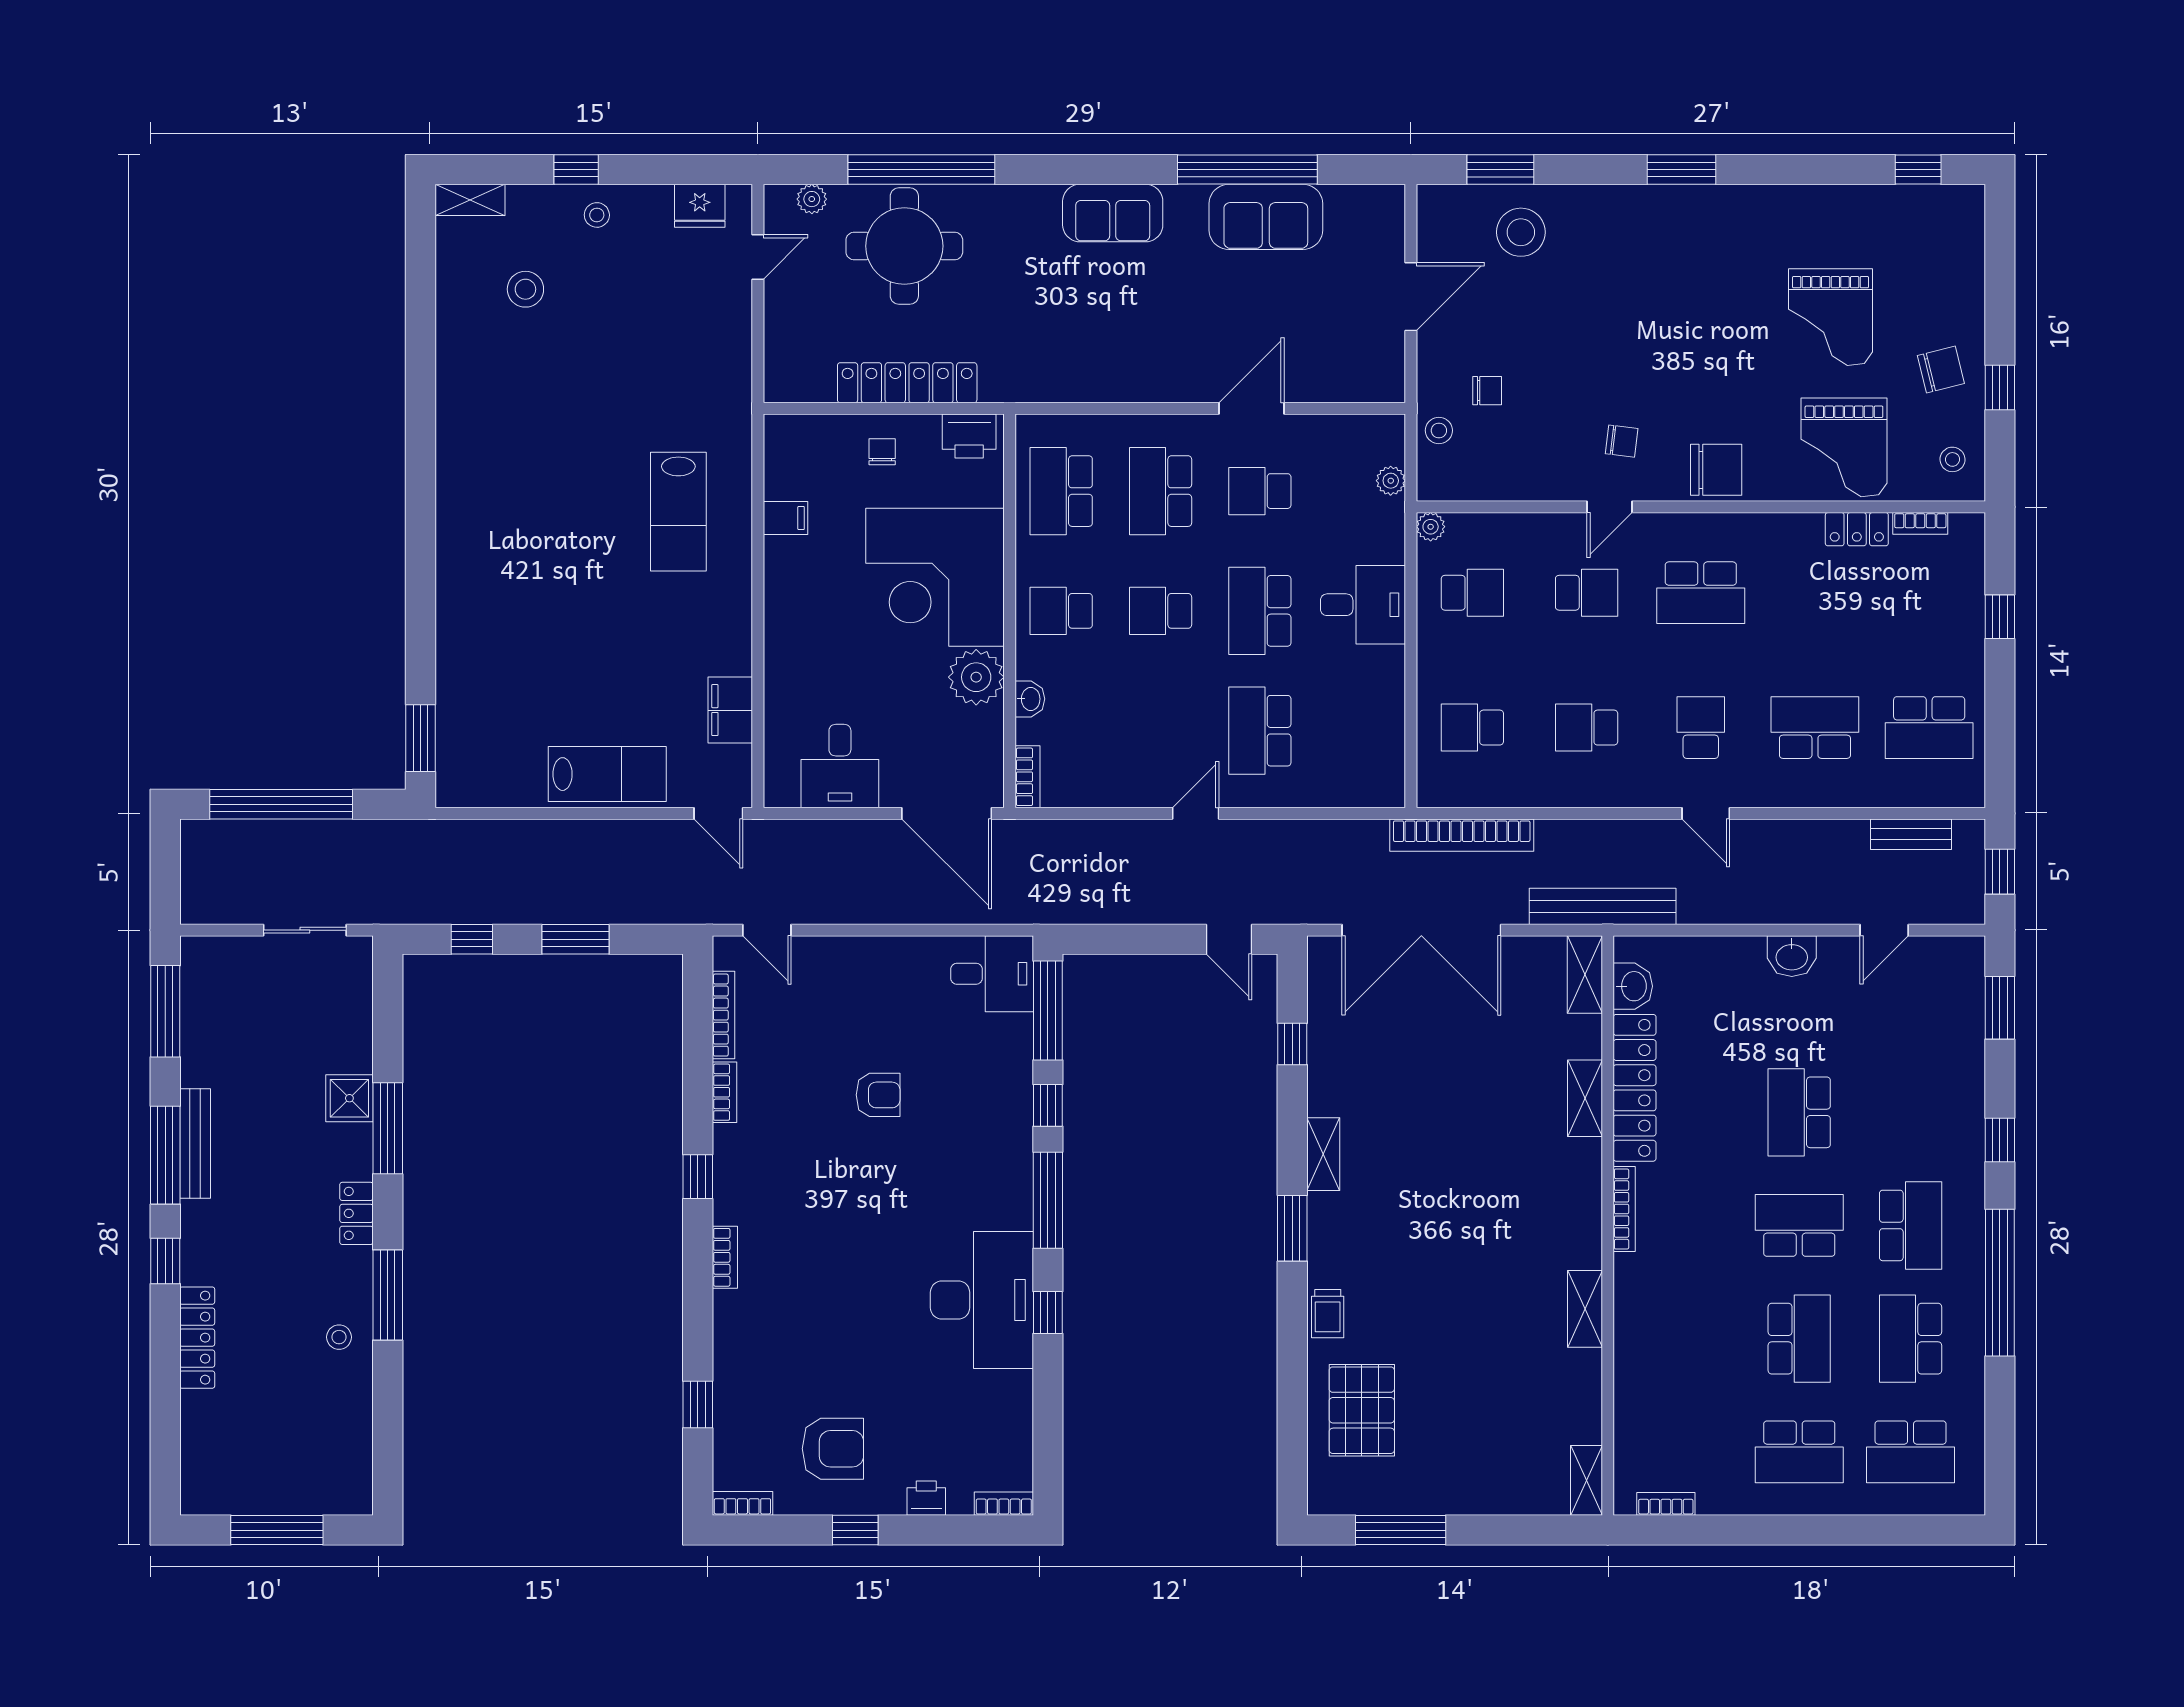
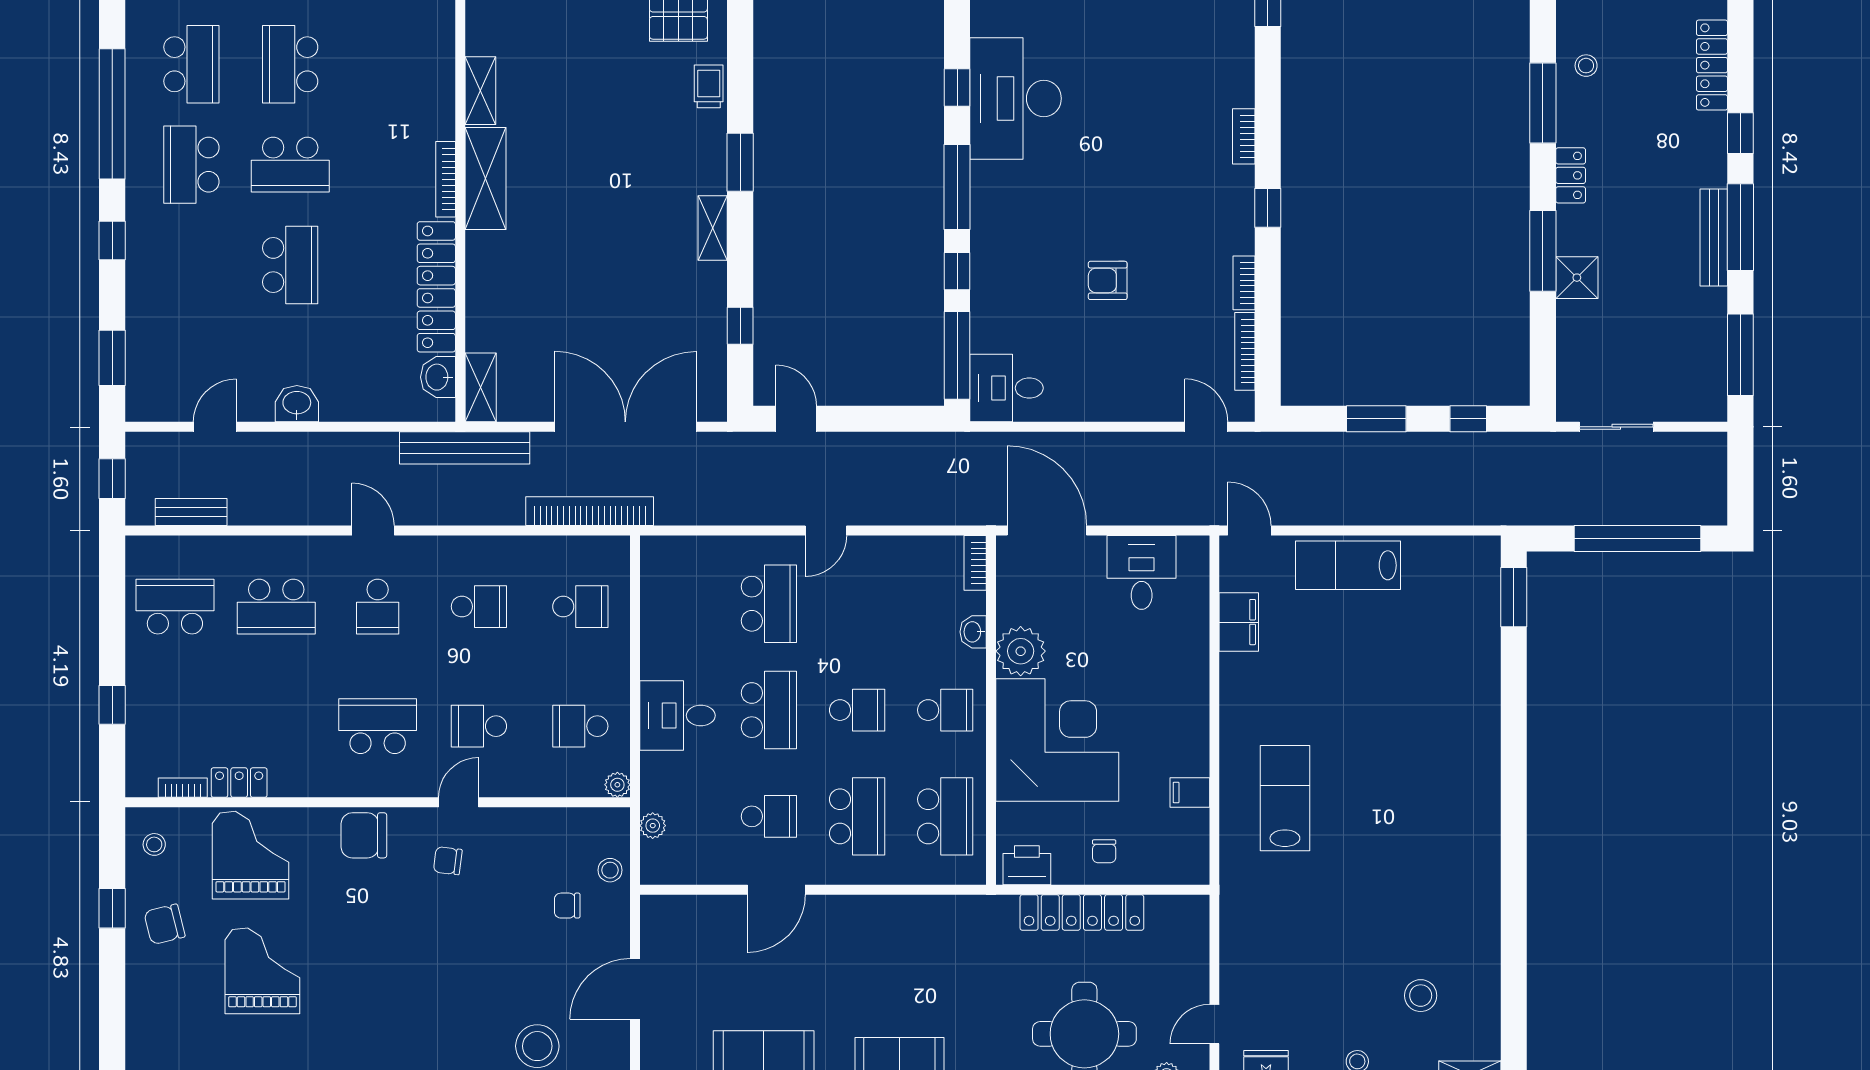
shelving: (1585, 1098) -> (485, 178), moved, width x1.50, depth x1.33

